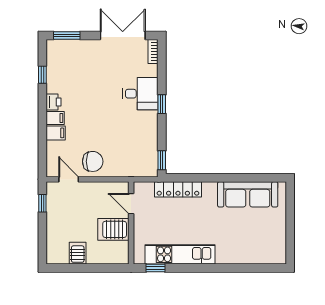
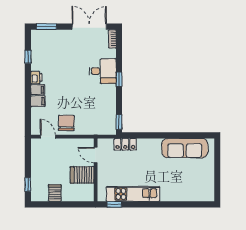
chair: (93, 161) -> (66, 123), turned -90
locker: (178, 189) -> (125, 144), width x0.66
window: (42, 203) -> (28, 185), moved

